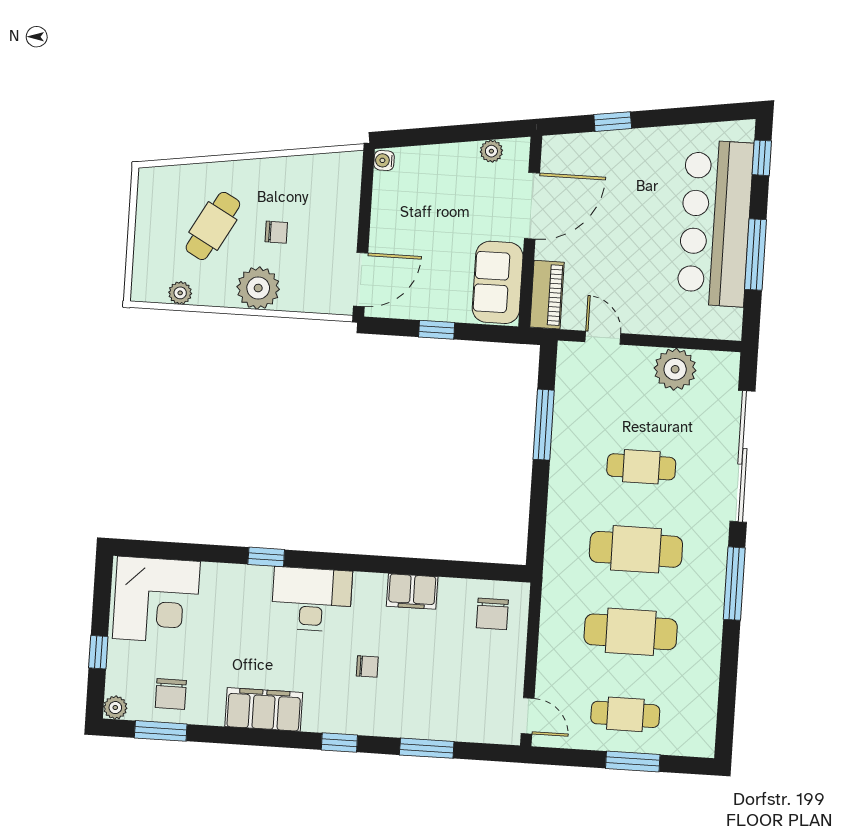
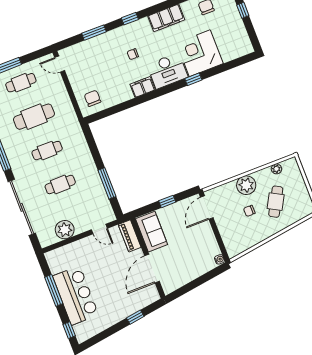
plant: (491, 151) -> (178, 283), removed
bar counter: (715, 223) -> (76, 295), width x0.73
cafe table: (636, 549) -> (47, 151), width x0.73, depth x0.74
filing cabinet: (412, 591) -> (143, 87), moved
corner desk: (156, 600) -> (200, 53), moved

